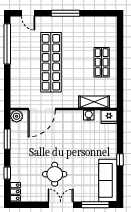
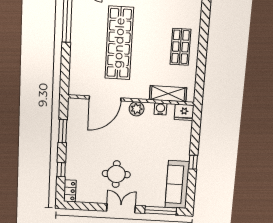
plant: (17, 116) -> (137, 109), moved

